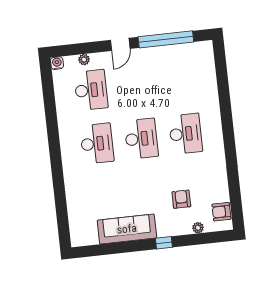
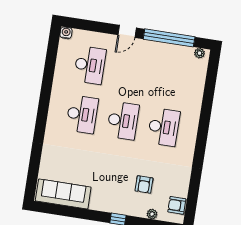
plant: (84, 60) -> (199, 53), moved
armchair: (181, 199) -> (144, 184), turned 180
sofa: (127, 229) -> (63, 194), moved

